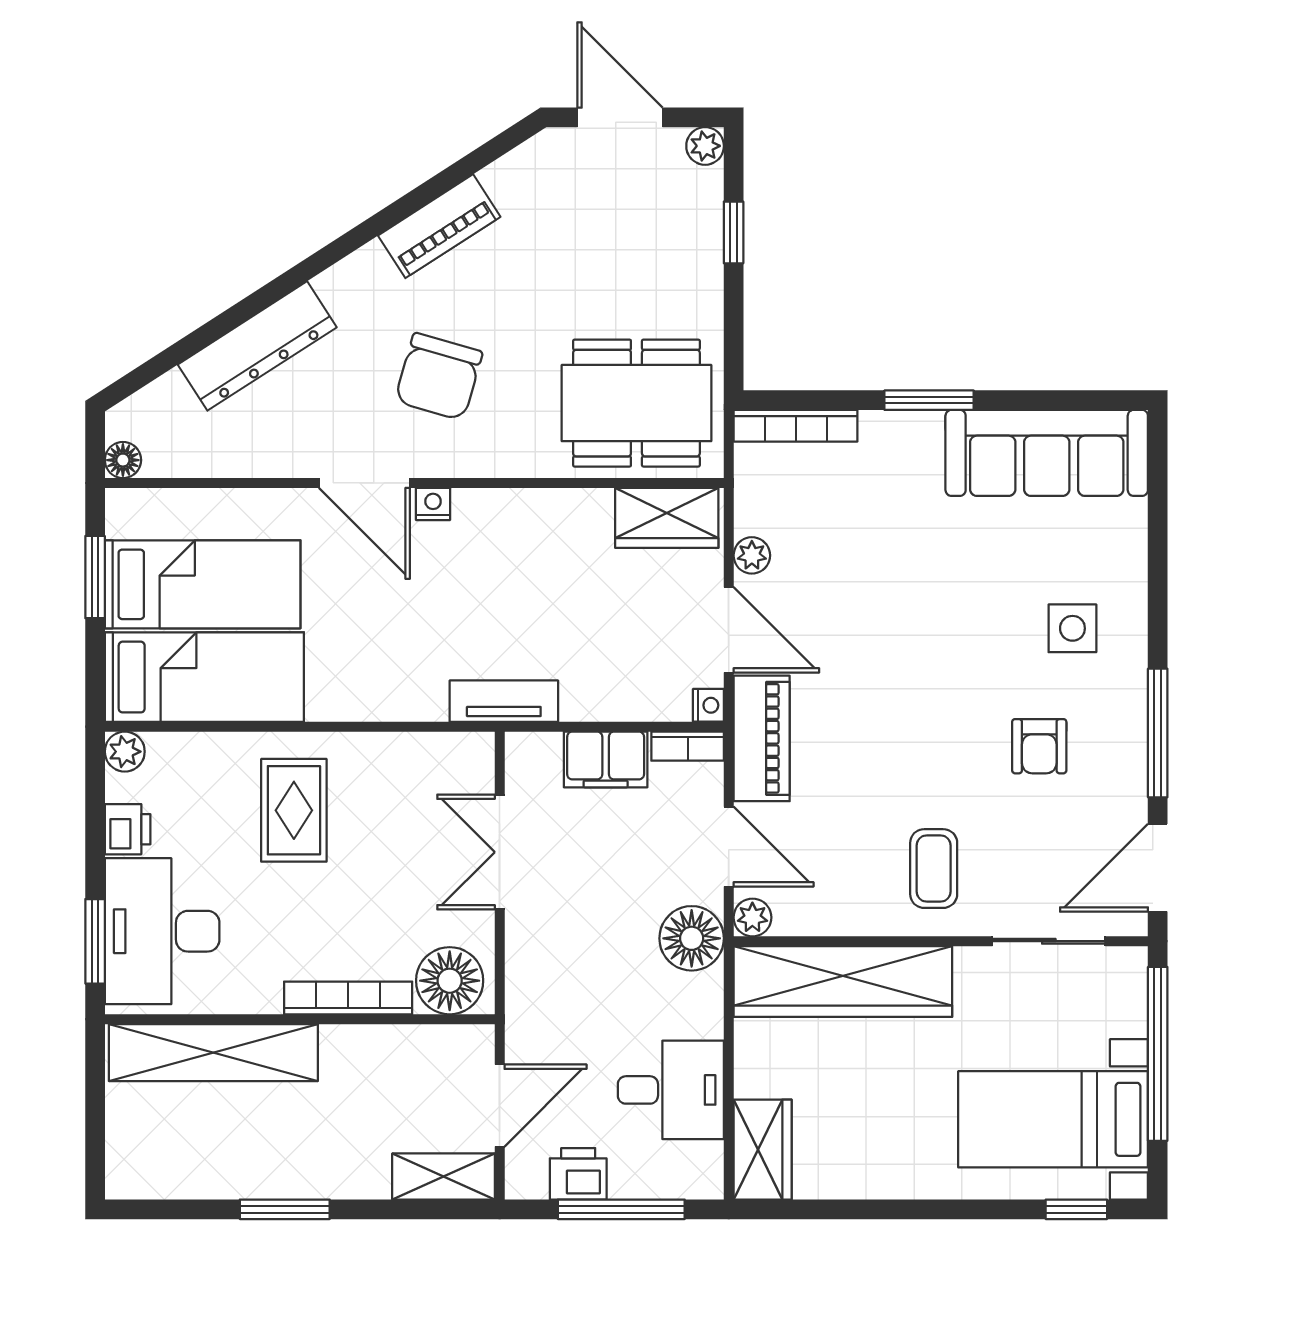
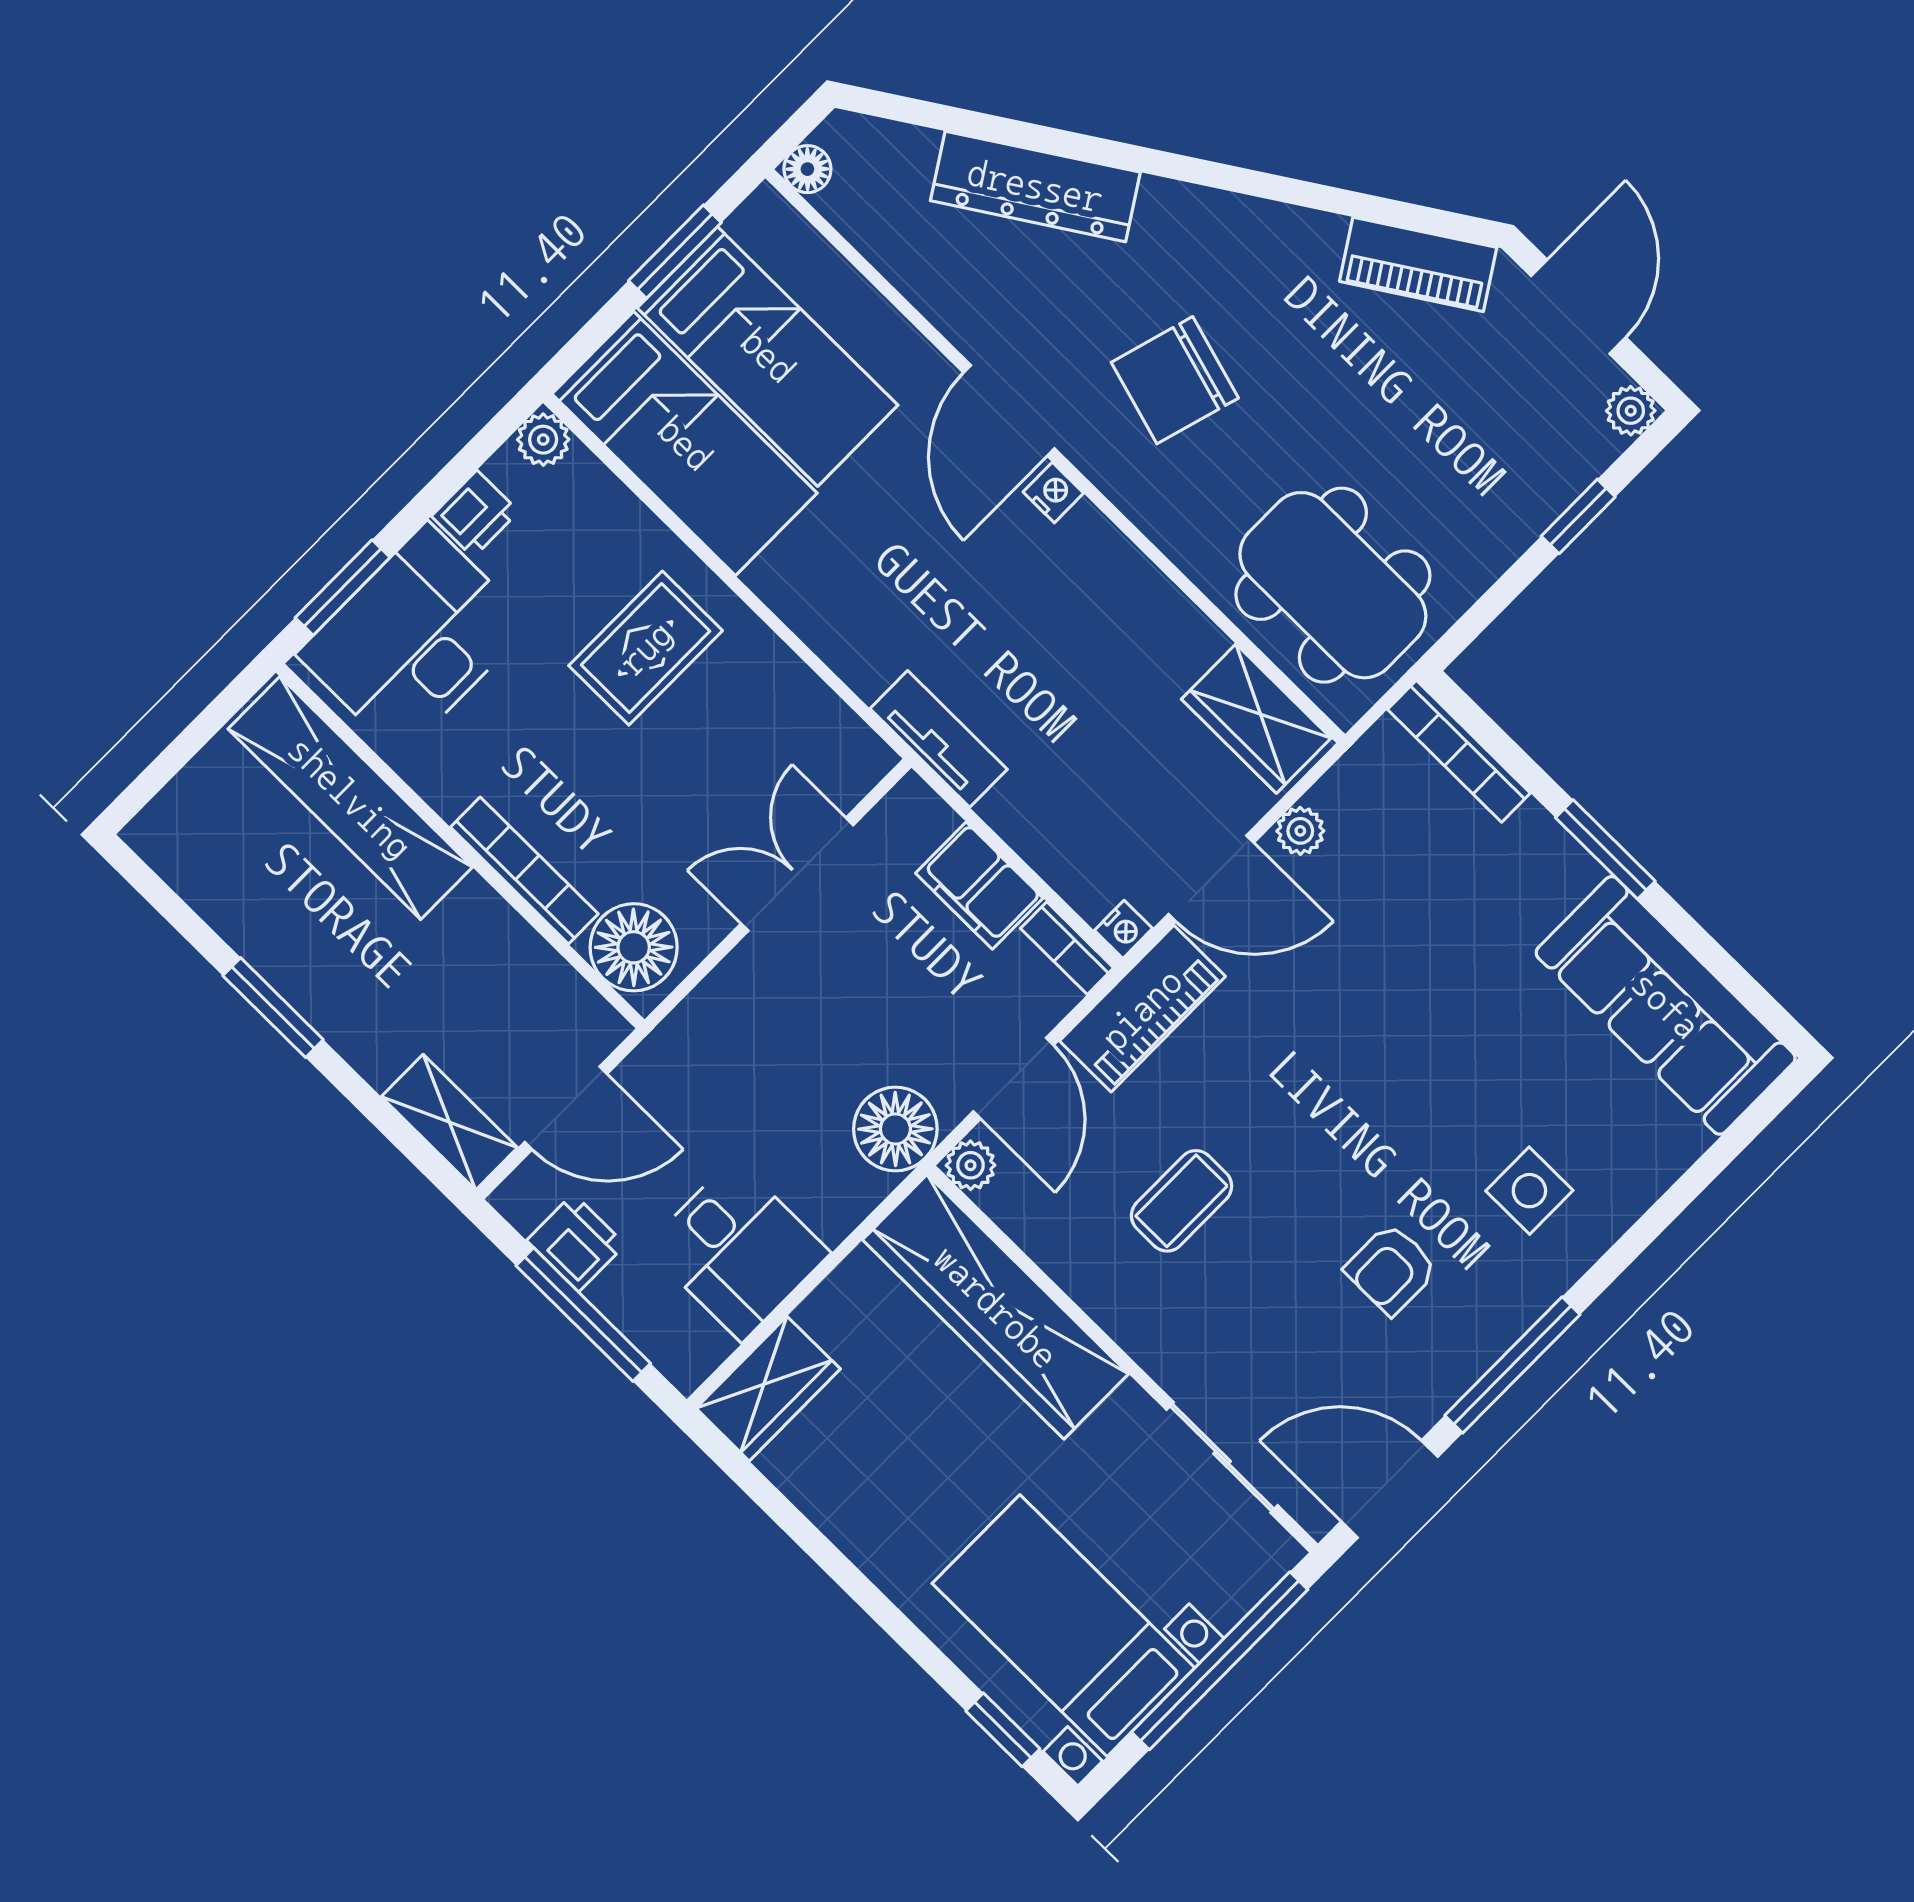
piano: (439, 226) -> (1418, 264), moved
door: (729, 630) -> (1211, 878), hinge flipped
coffee table: (934, 869) -> (1182, 1201), moved

